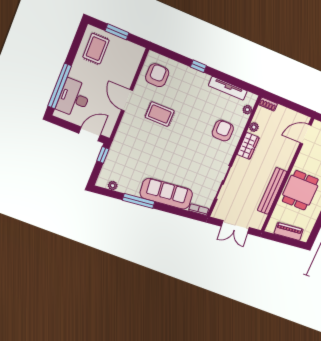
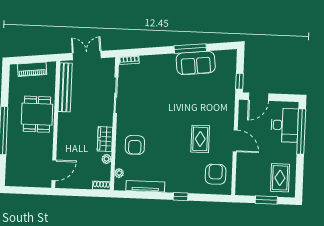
armchair: (157, 75) -> (216, 174), turned 180
rug: (160, 114) -> (200, 139), turned 90
plant: (113, 186) -> (220, 55), removed
bench: (272, 191) -> (65, 87), moved
sofa: (166, 194) -> (196, 63), moved, width x0.73

